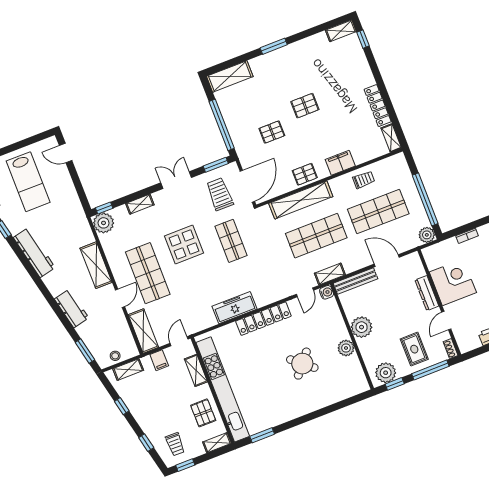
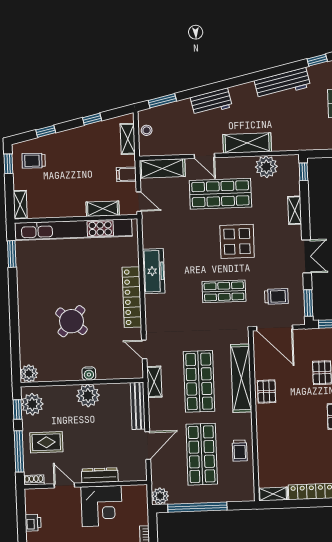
filing cabinet: (340, 163) -> (266, 432), removed
trolley: (220, 194) -> (276, 296), width x0.73, depth x0.72
plant: (104, 223) -> (266, 167), moved
water cooler: (327, 292) -> (89, 374), moved
plant: (346, 348) -> (29, 374), moved
pallet: (203, 413) -> (56, 201), removed

